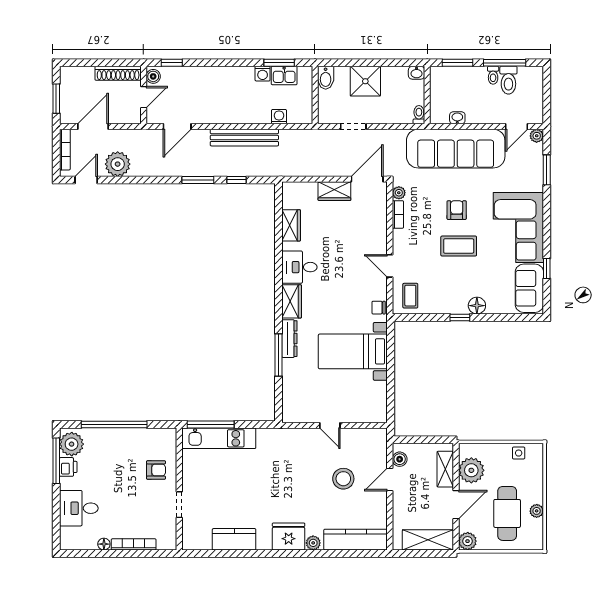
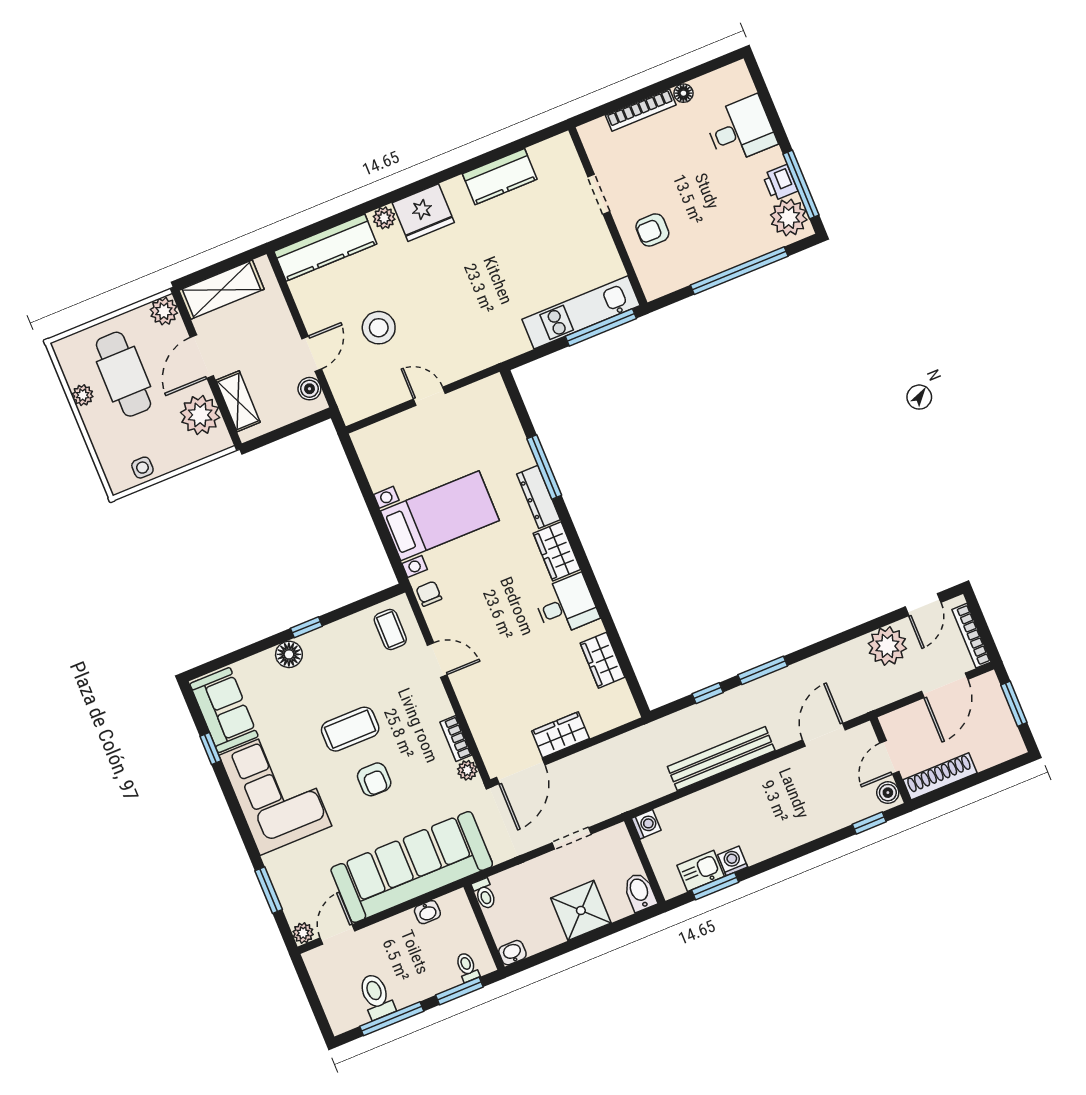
toilet: (493, 75) -> (467, 967), moved
washing machine: (279, 117) -> (646, 824), moved, turned -90
chair: (379, 308) -> (429, 594), turned -90

